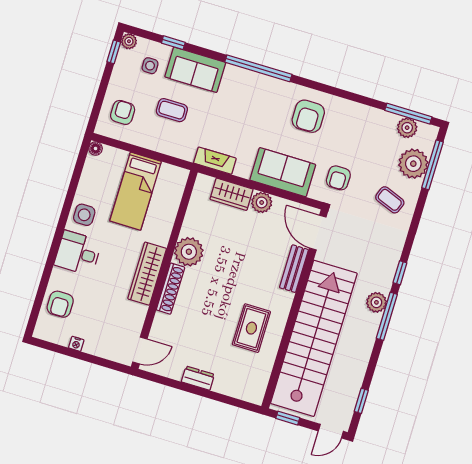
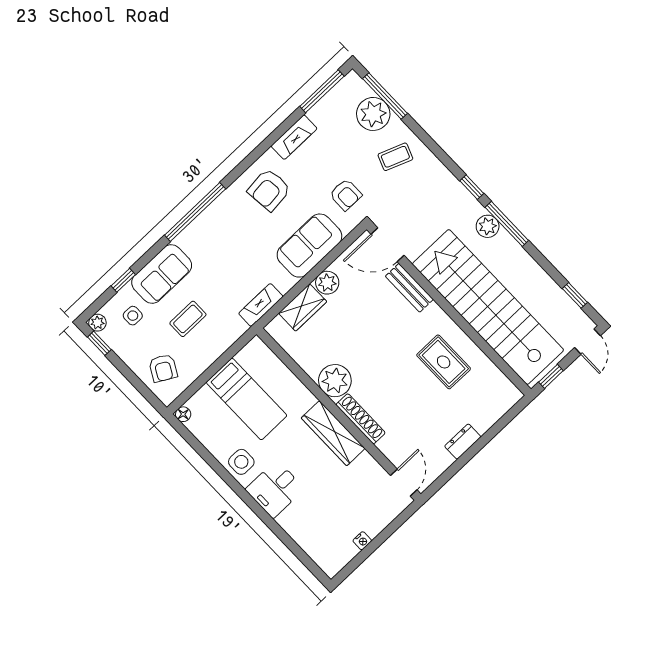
armchair: (123, 112) -> (163, 368), turned -151
fireplace: (360, 112) -> (294, 137), added
armchair: (308, 116) -> (269, 190), turned 84
plant: (407, 128) -> (335, 100), removed
armchair: (60, 304) -> (315, 535), removed

